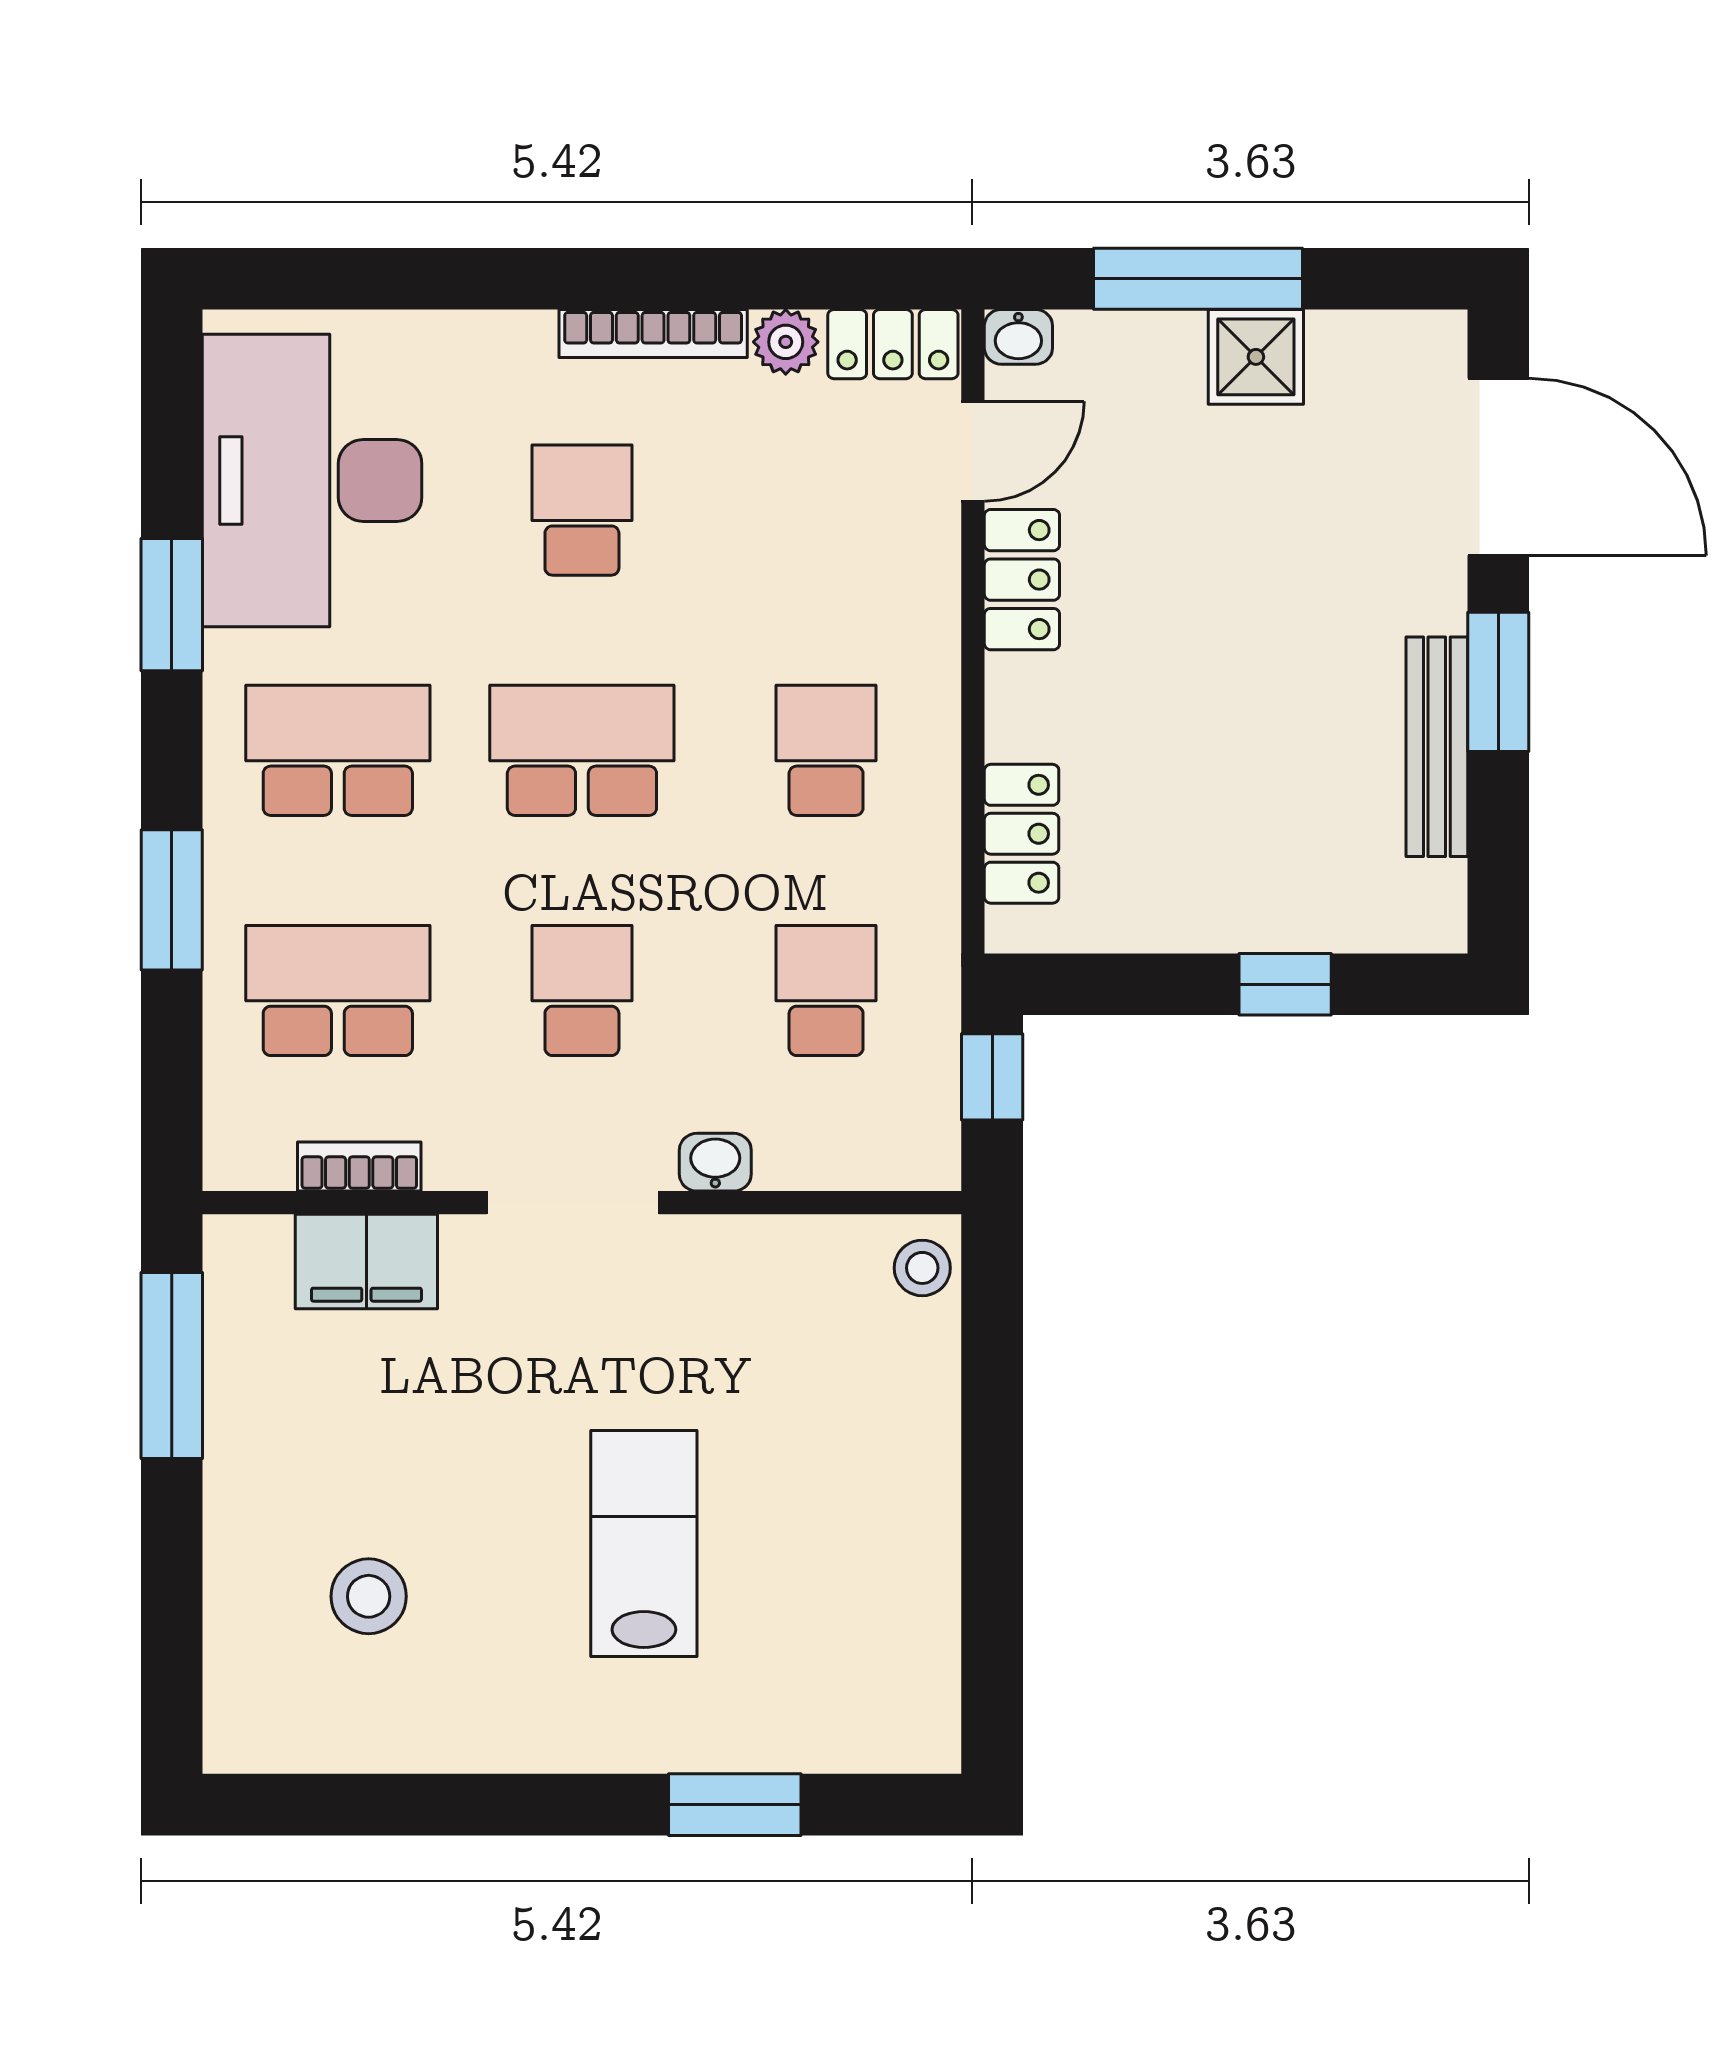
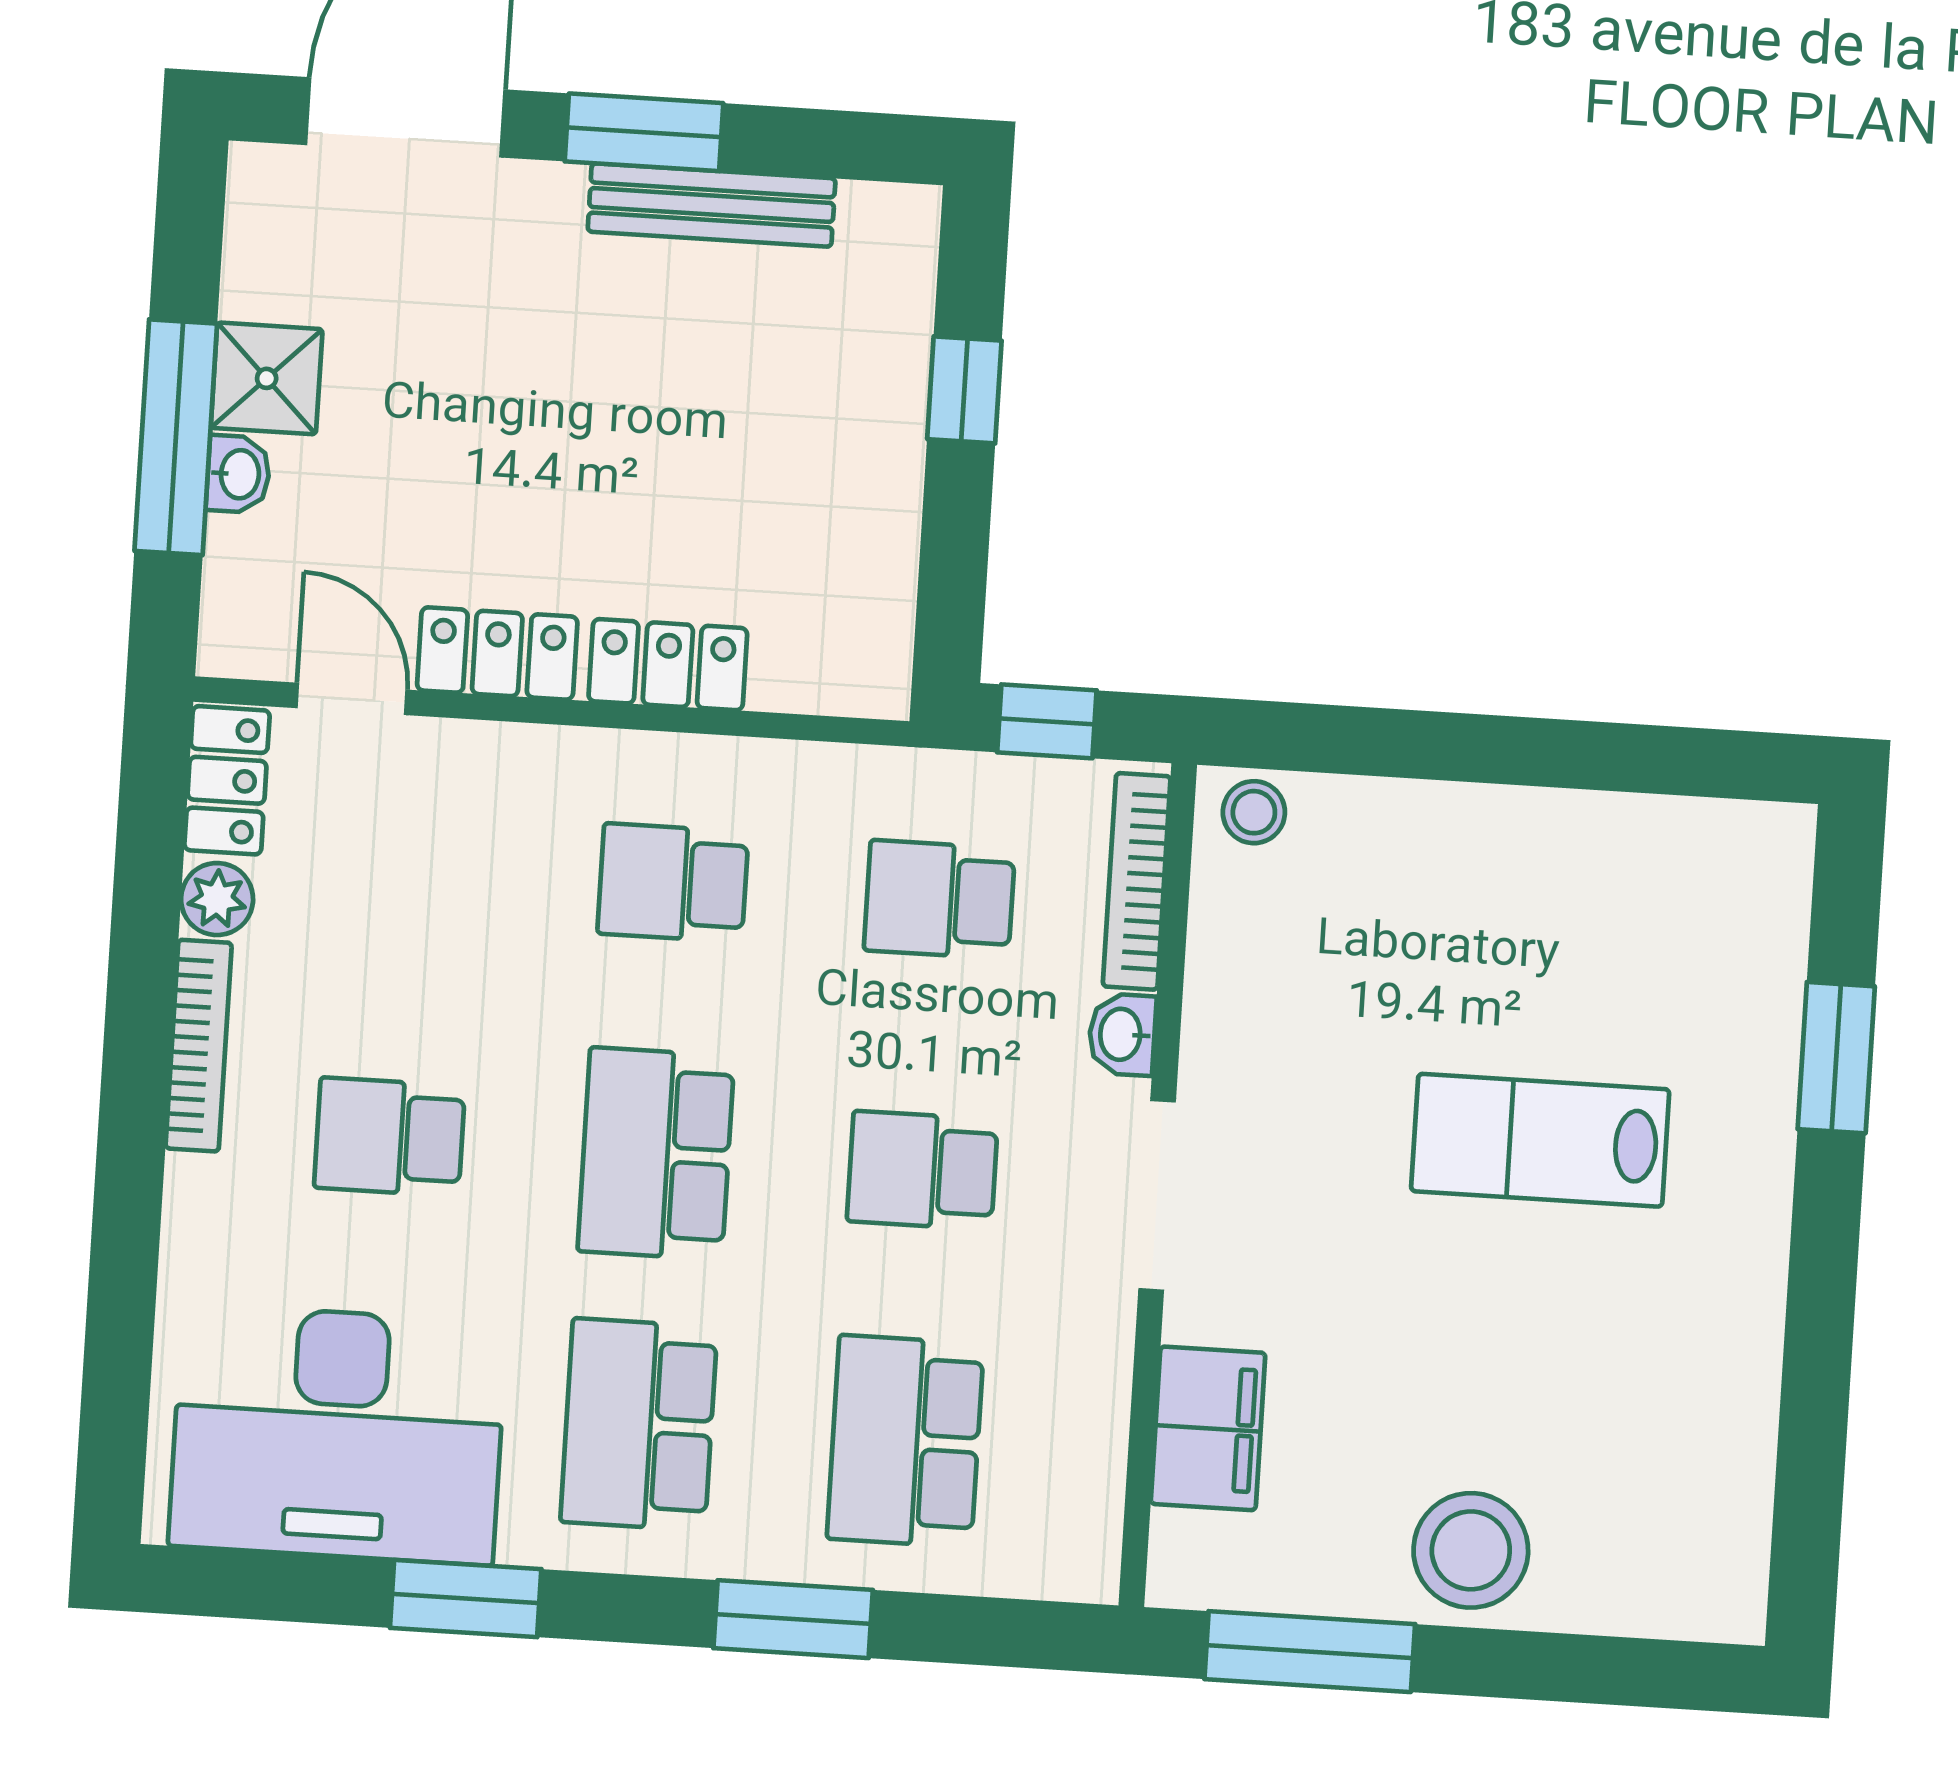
washbasin: (1018, 337) -> (238, 474), moved
locker: (1022, 834) -> (668, 665), moved
bookcase: (359, 1167) -> (1137, 881), moved, width x1.56
stool: (369, 1596) -> (1471, 1550), moved, width x1.38, depth x1.38

